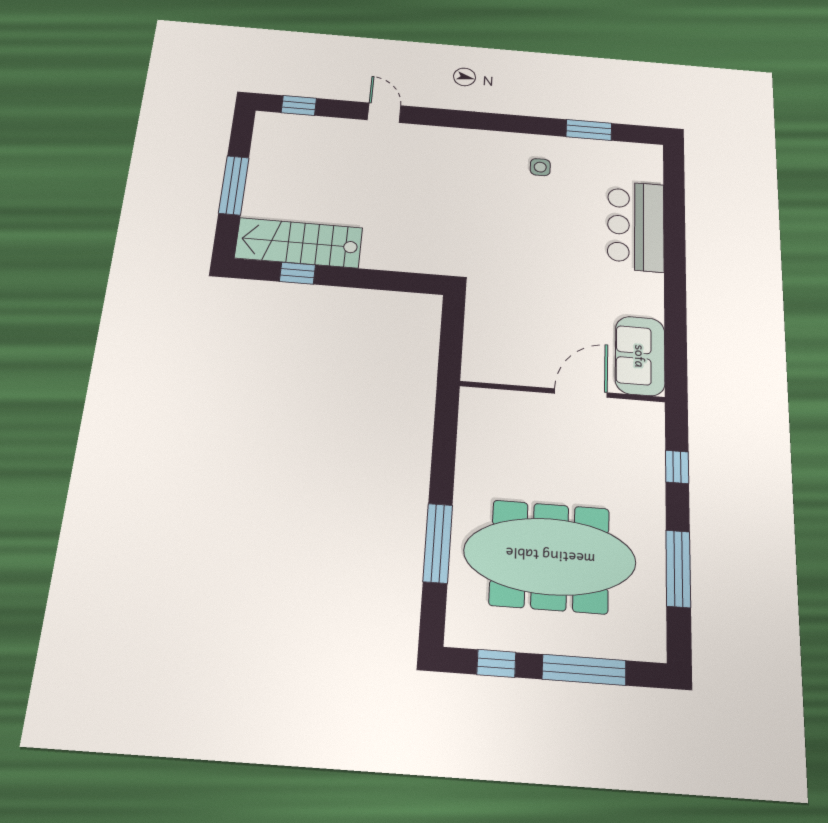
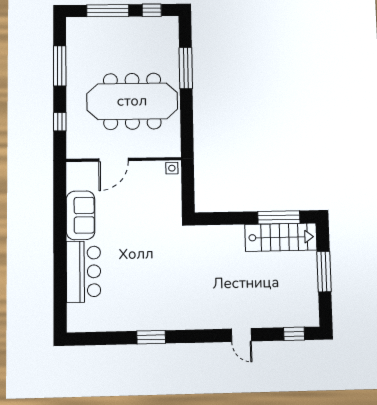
window: (589, 130) -> (151, 337), moved
side table: (540, 167) -> (172, 168), moved
window: (297, 273) -> (279, 217), width x2.17
sofa: (640, 356) -> (81, 215), moved
meeting table: (550, 556) -> (132, 101), moved

